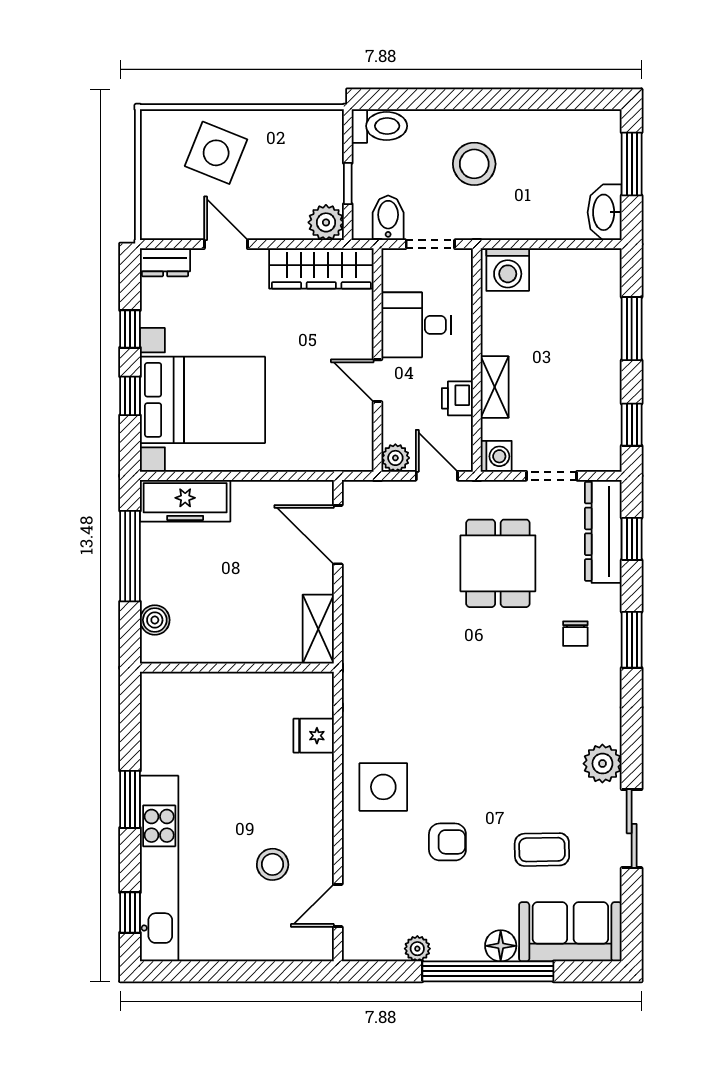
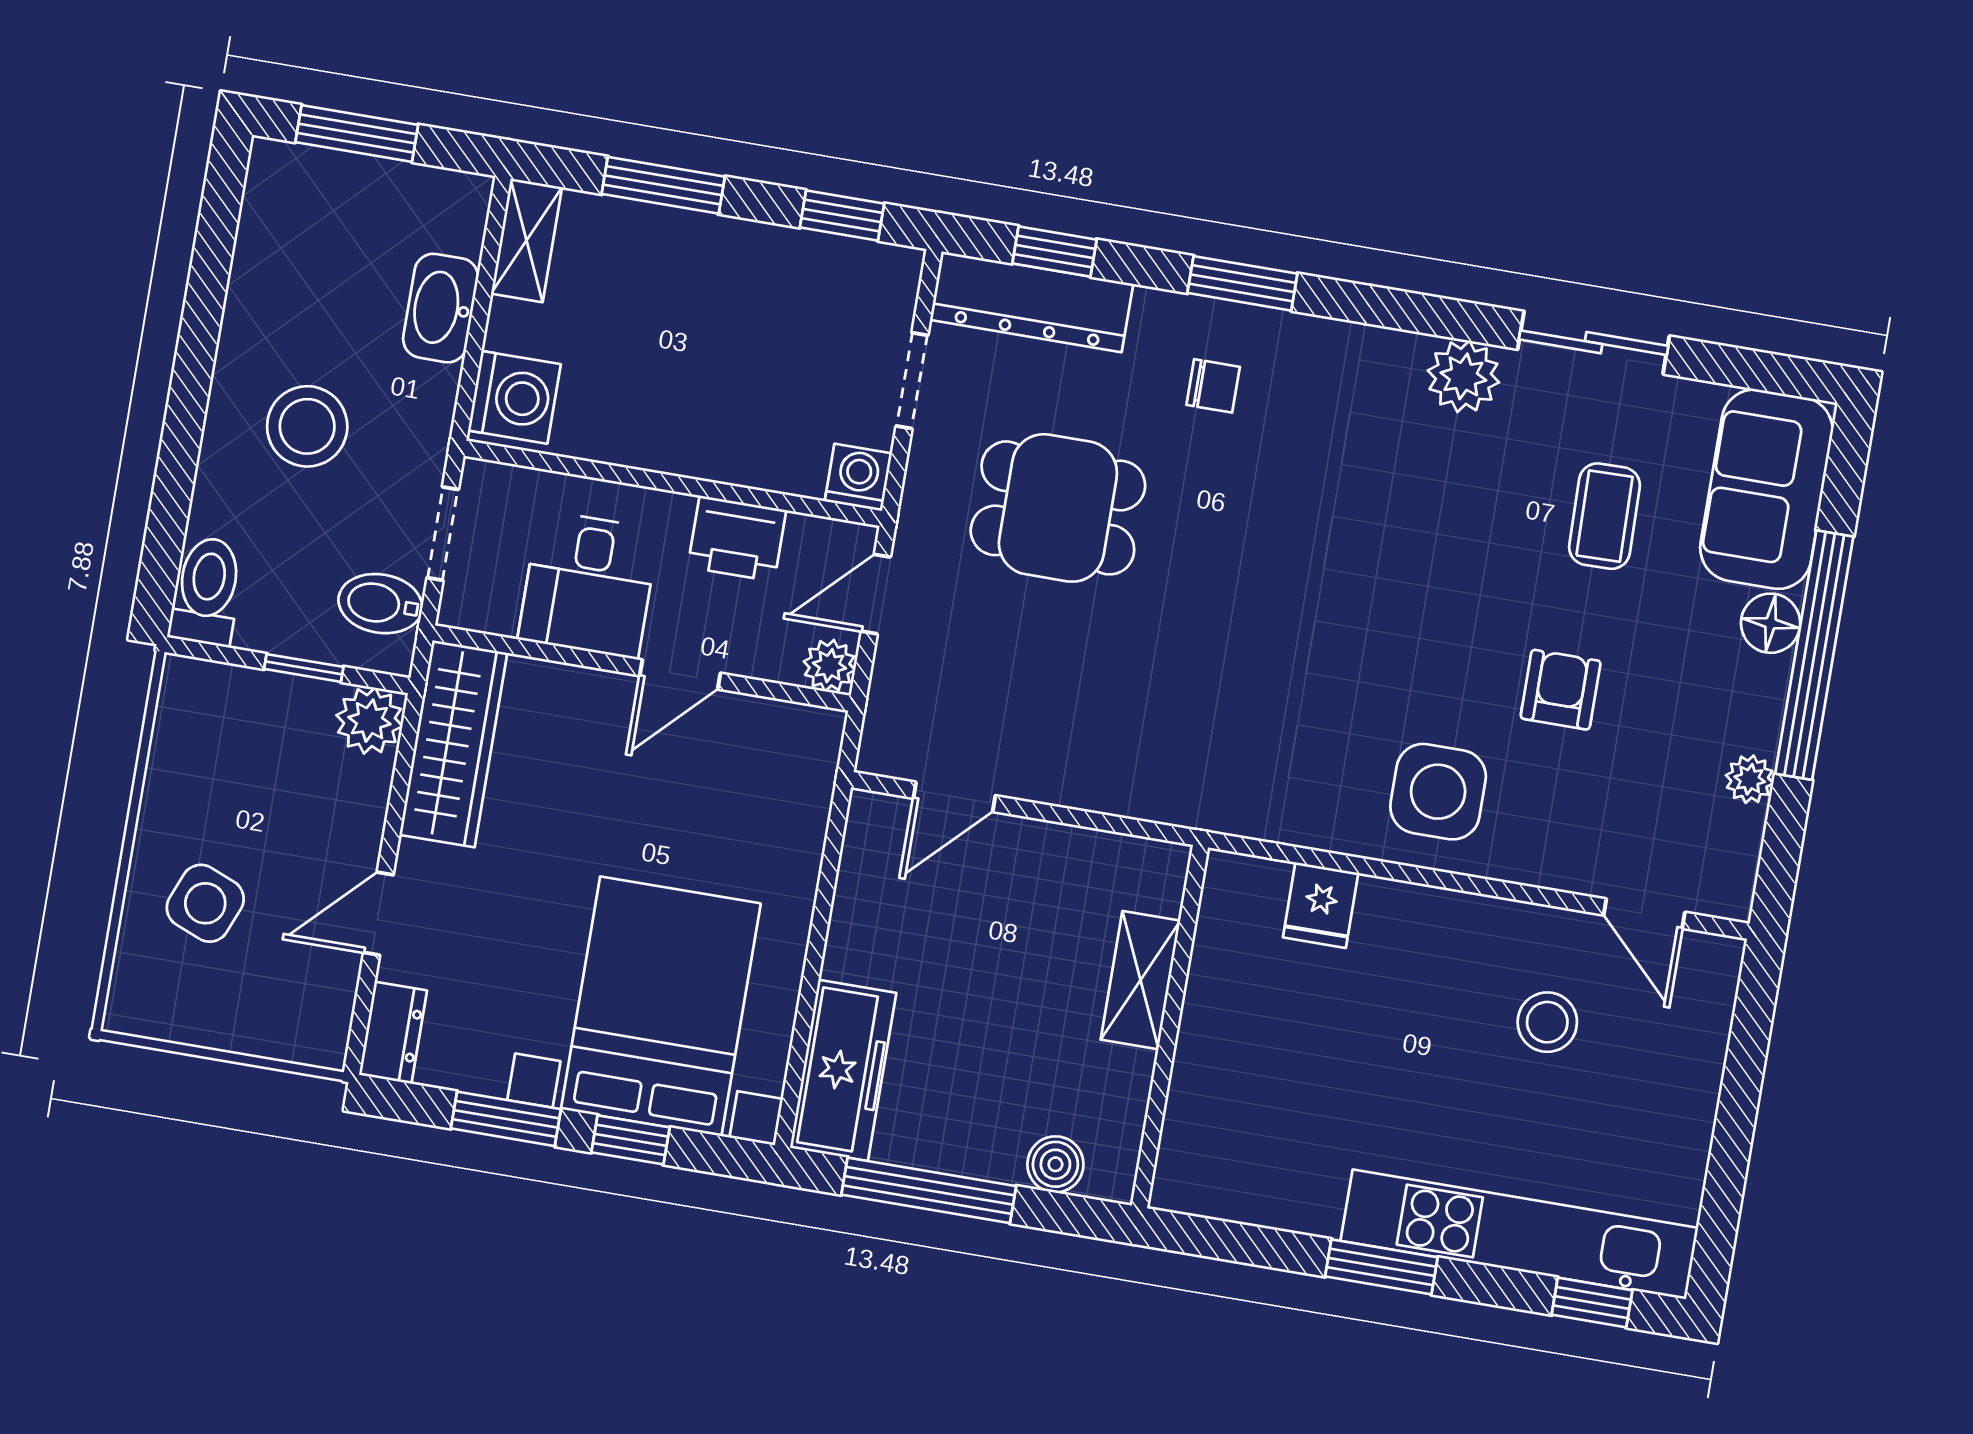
side table: (216, 153) -> (205, 903), width x0.73, depth x0.73
washbasin: (605, 212) -> (441, 308), moved, turned 90
window: (130, 329) -> (506, 1119), width x1.50
shelving: (495, 387) -> (527, 240), moved, turned 90
printer: (457, 398) -> (737, 539), width x1.36, depth x1.24
door: (338, 535) -> (954, 797), width x0.73
shelving: (318, 629) -> (1140, 980), moved, turned 90

